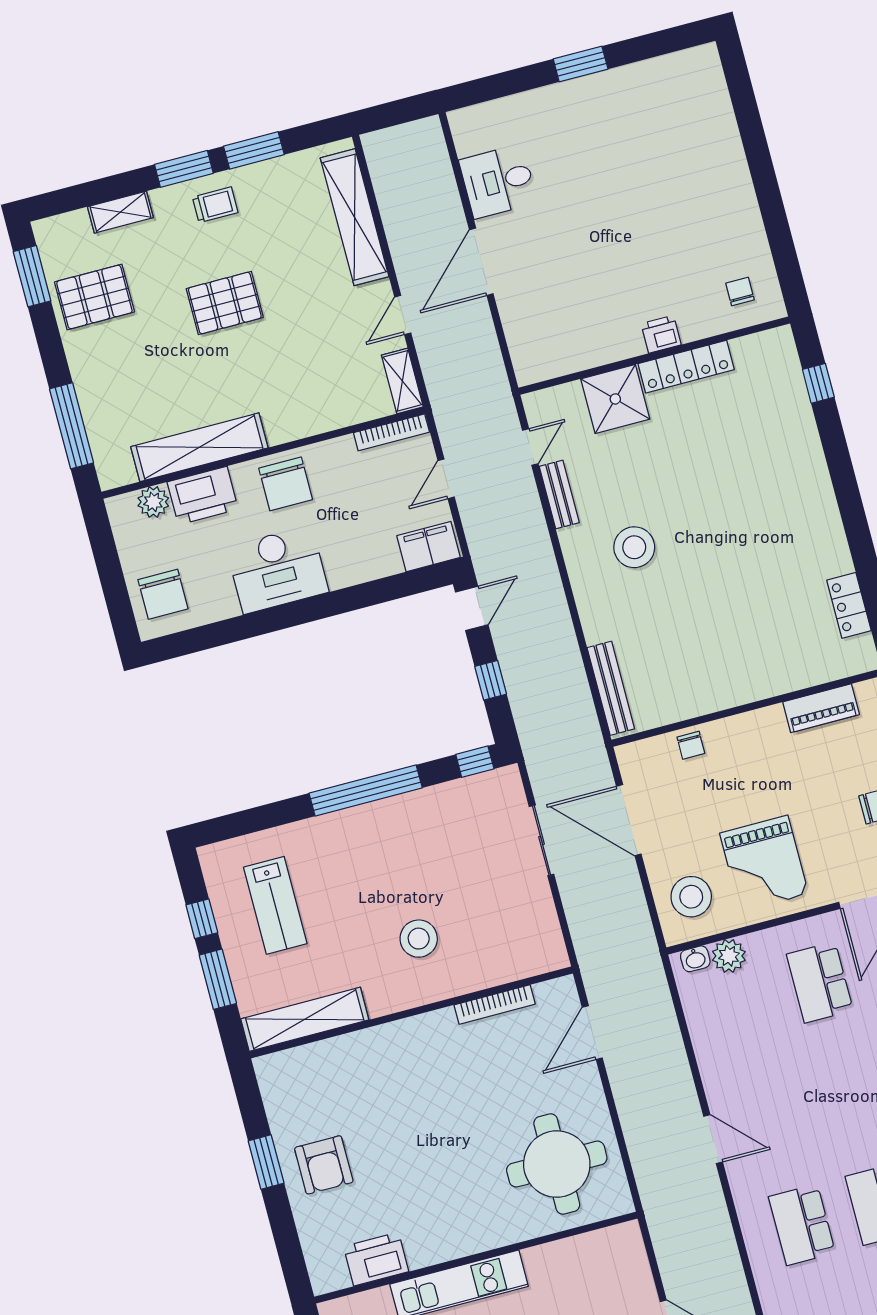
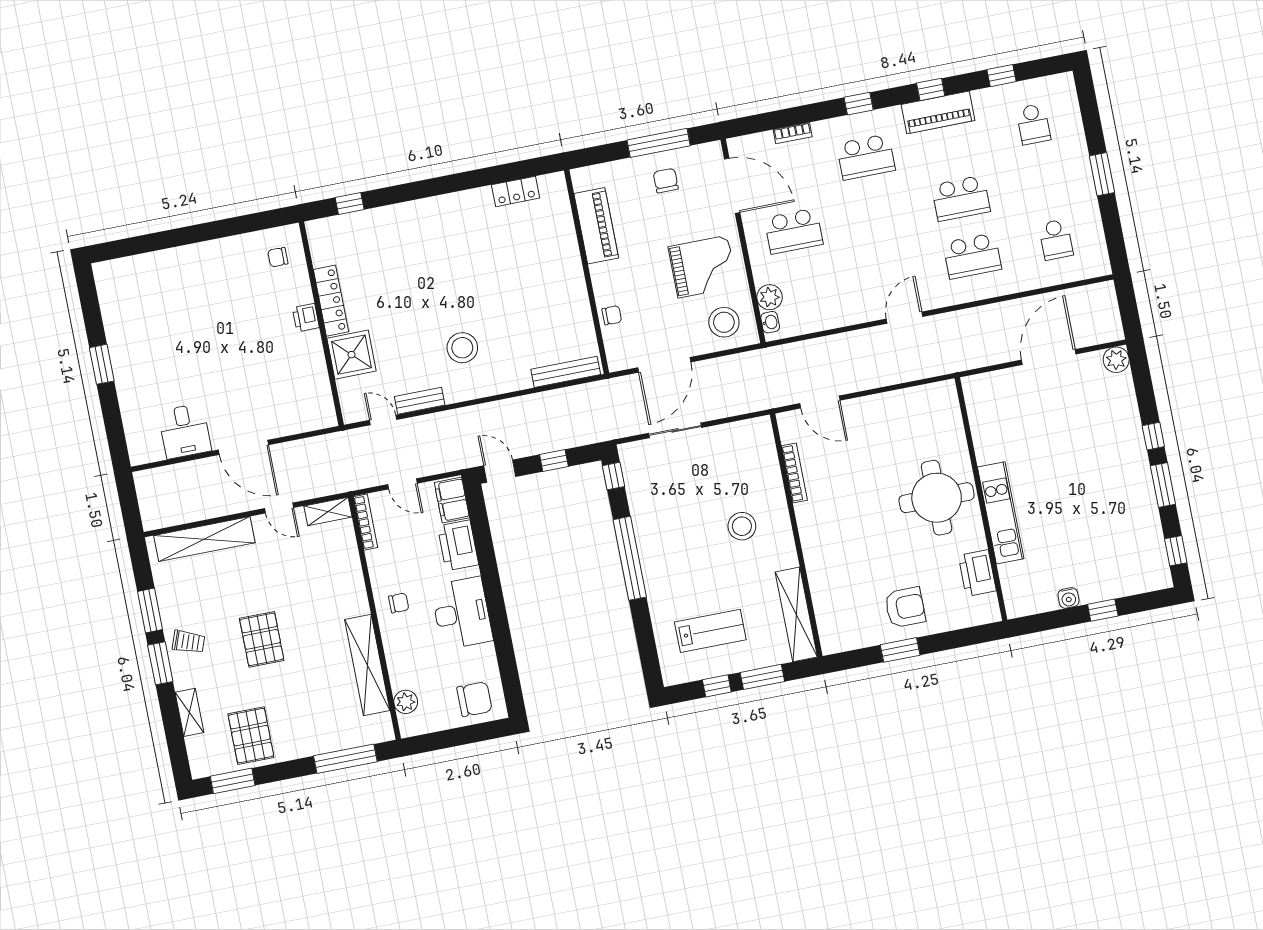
trolley: (215, 205) -> (189, 642), turned 110
chair: (286, 484) -> (399, 603), width x0.54, depth x0.54
printer: (203, 496) -> (458, 545), moved, turned 180
piano: (821, 708) -> (596, 226), width x1.37, depth x1.33
round table: (557, 1164) -> (937, 498), moved

